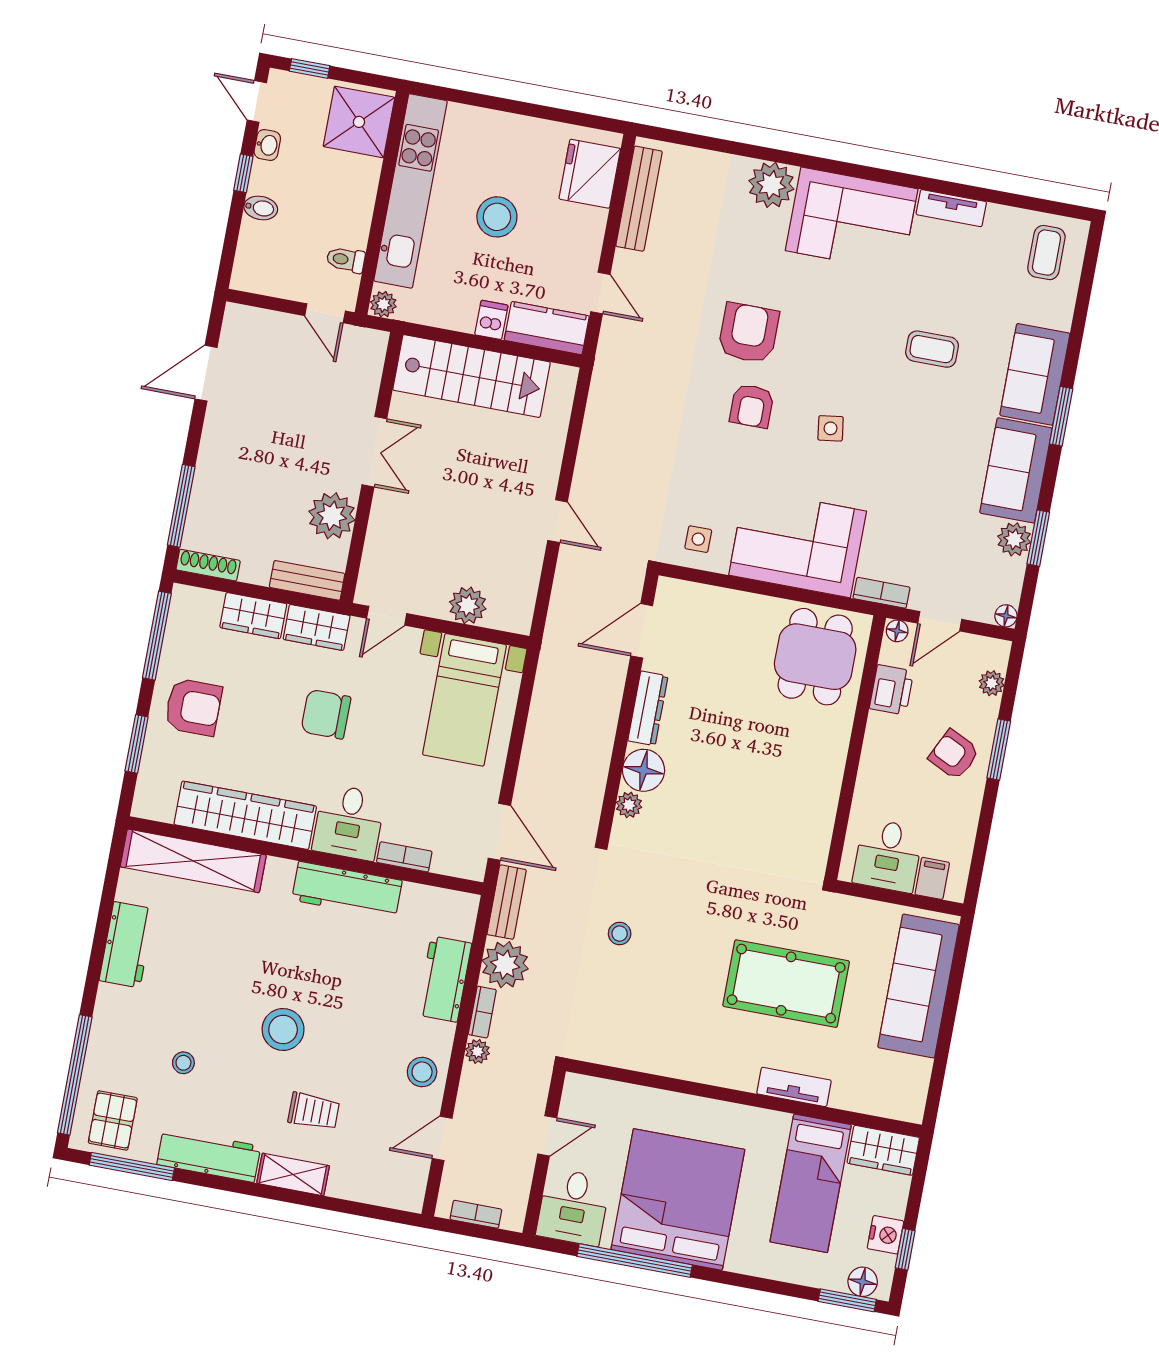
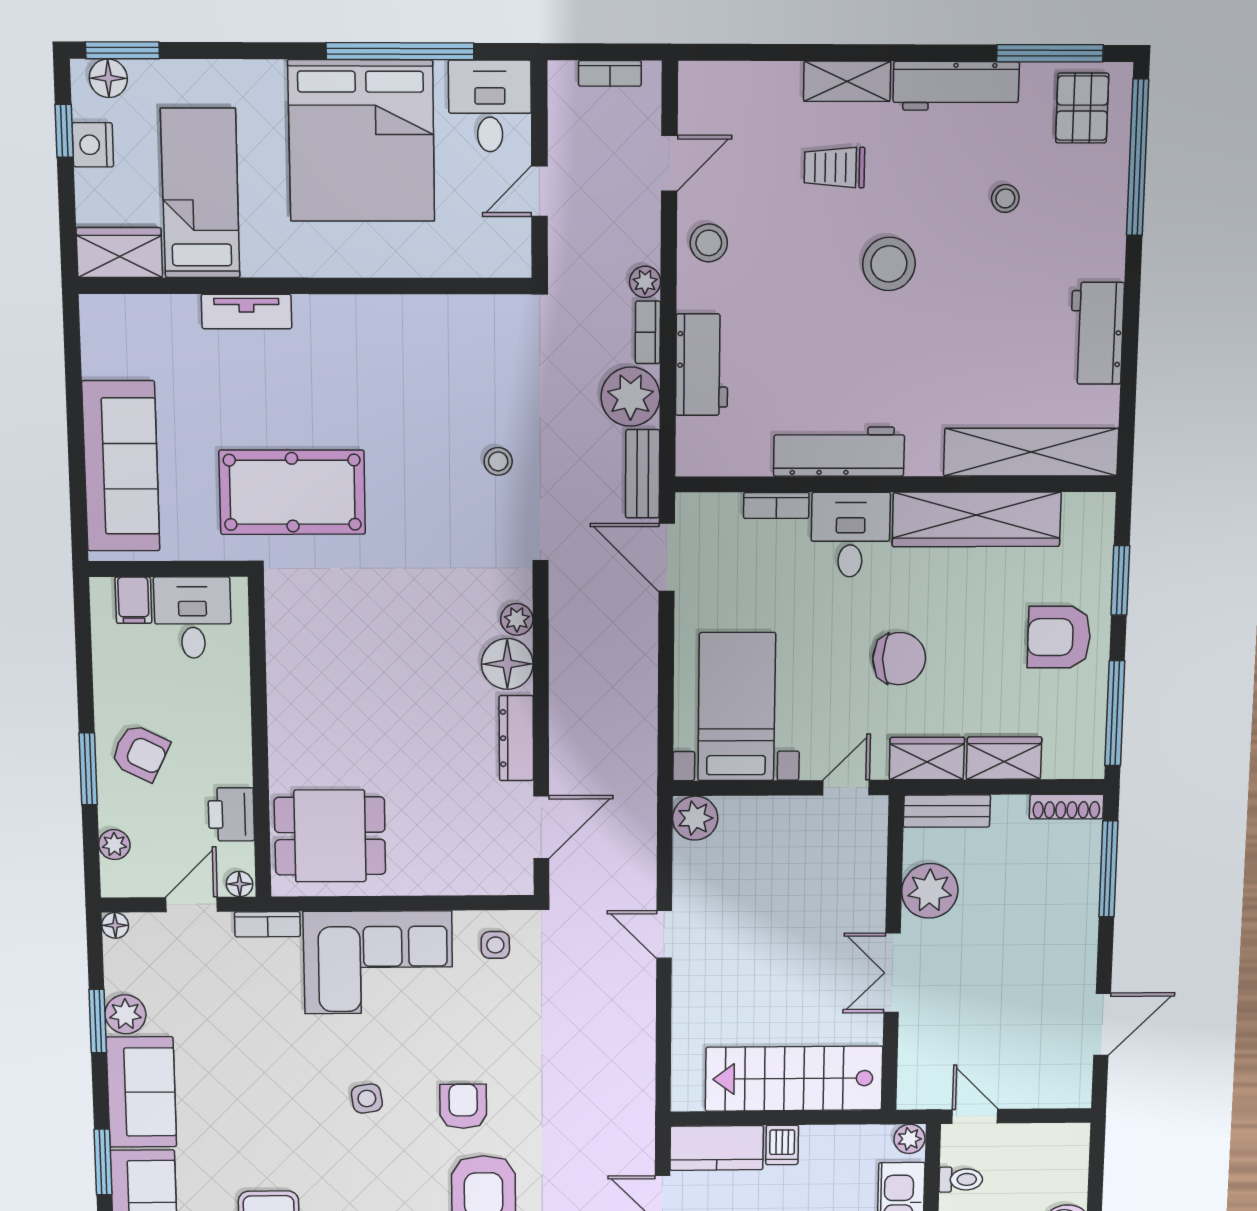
plant: (468, 605) -> (695, 818), moved
dining table: (815, 657) -> (330, 836), turned 90
pool table: (786, 984) -> (292, 492), moved

